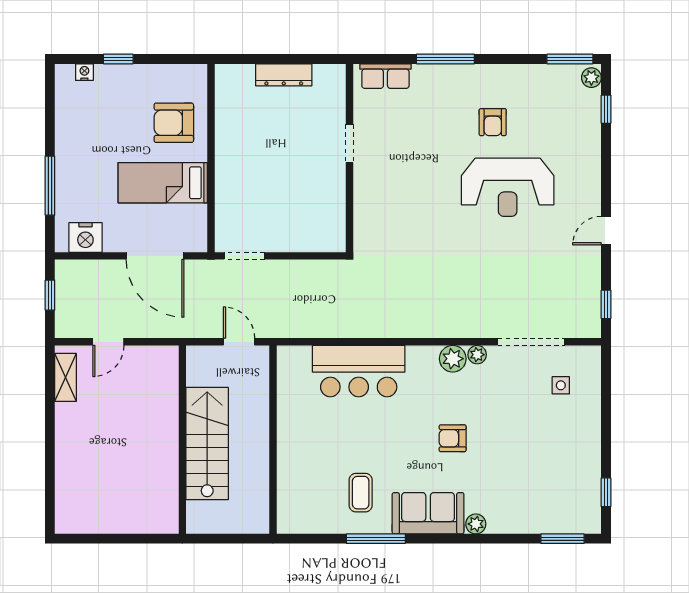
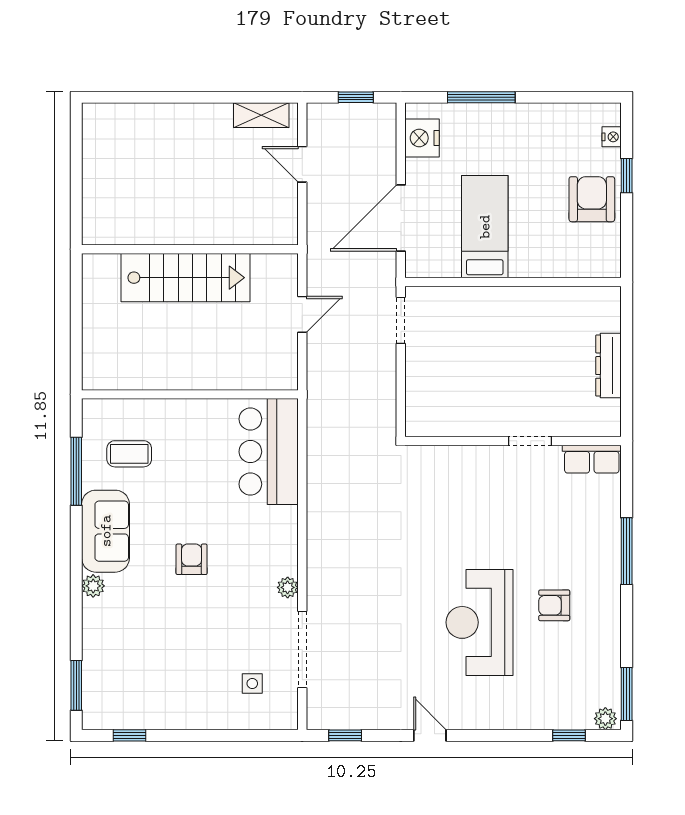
row of seats: (385, 76) -> (592, 459), moved, turned -90
armchair: (174, 123) -> (592, 199), moved
plant: (453, 359) -> (283, 559), removed
wall: (273, 440) -> (190, 394), moved

